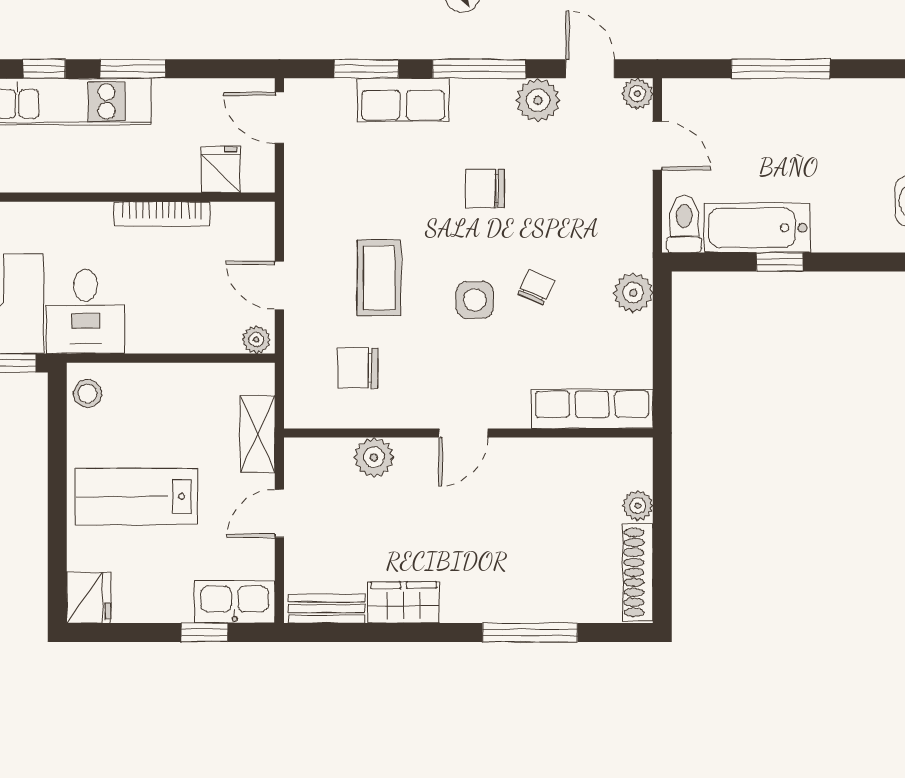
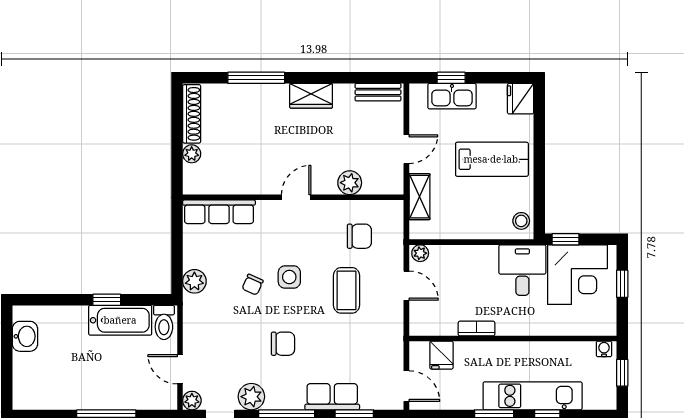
bookcase: (162, 214) -> (476, 329), width x0.64
kitchen sink: (235, 602) -> (452, 96), moved
wardrobe: (404, 602) -> (311, 96), moved

